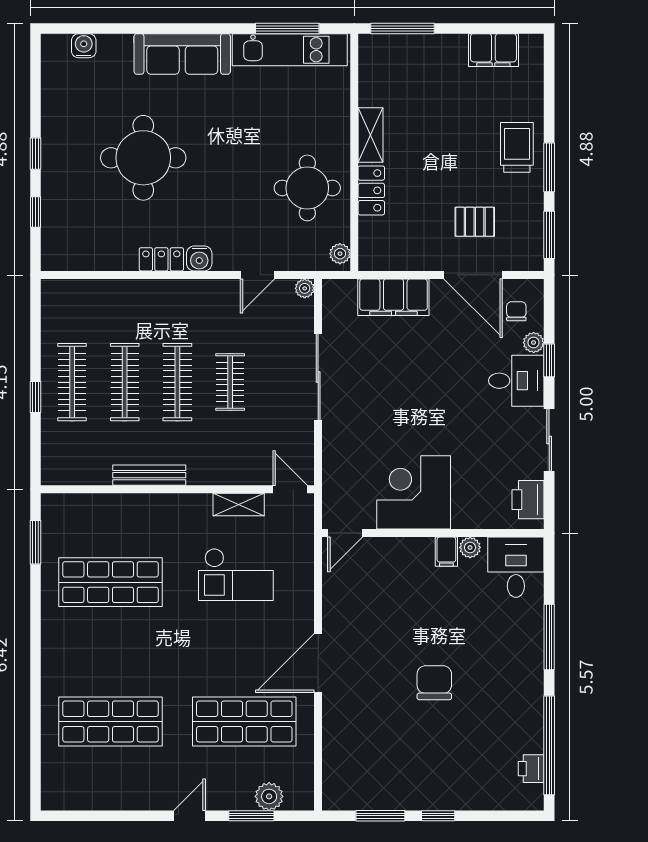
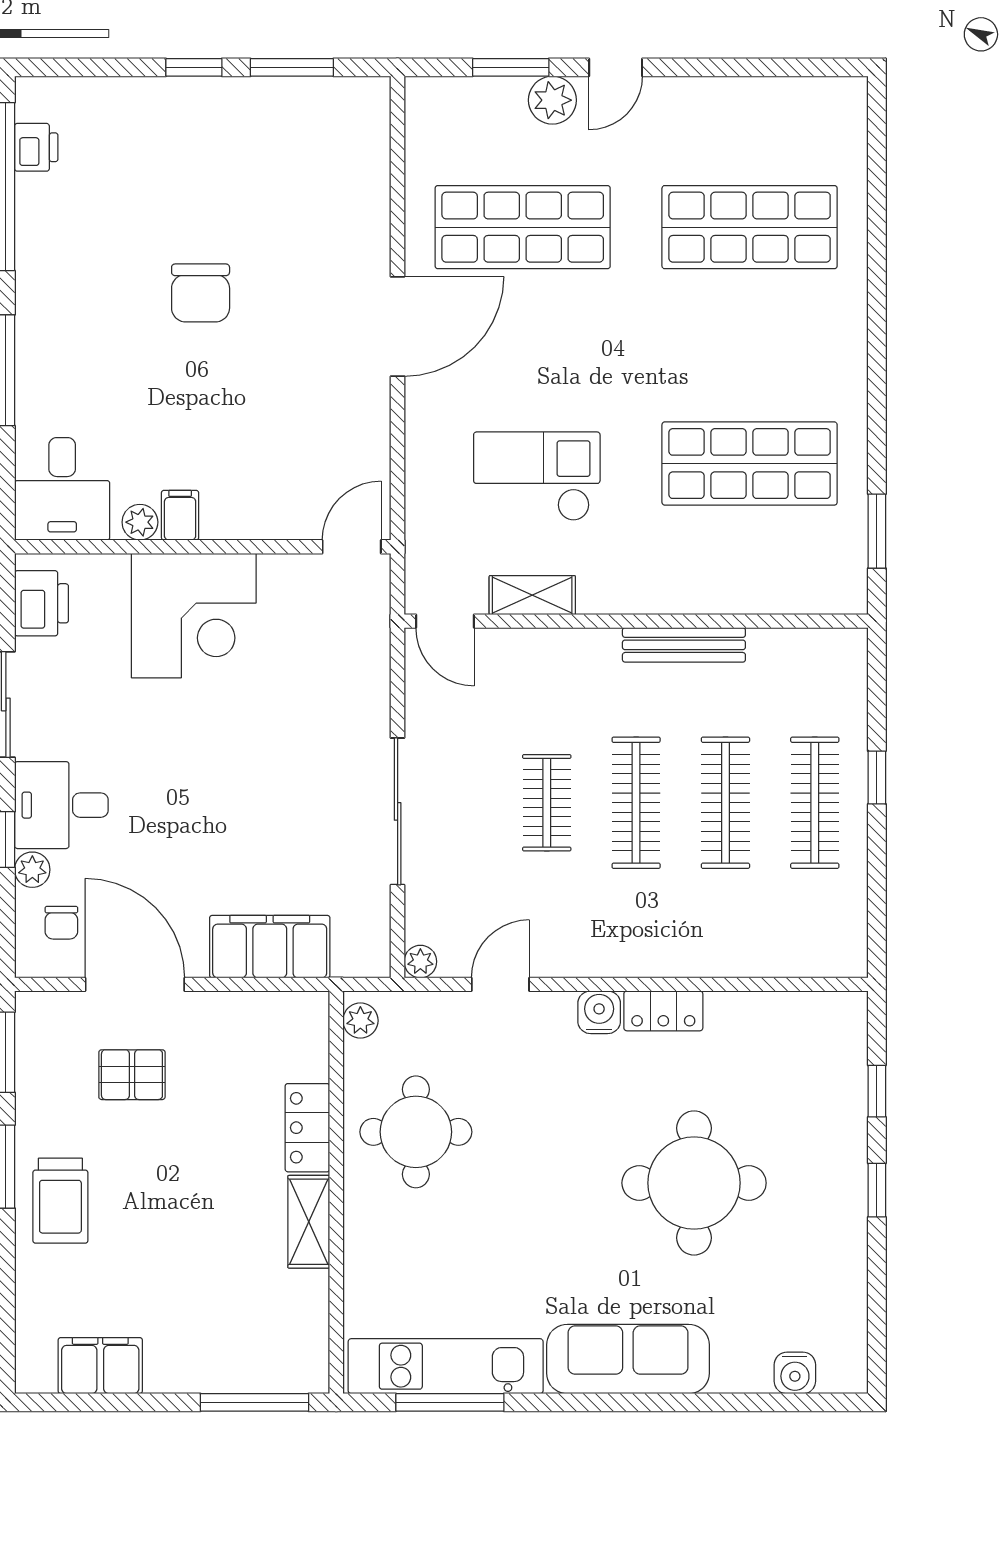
corner desk: (414, 492) -> (194, 616), moved
plant: (269, 796) -> (552, 100), moved

